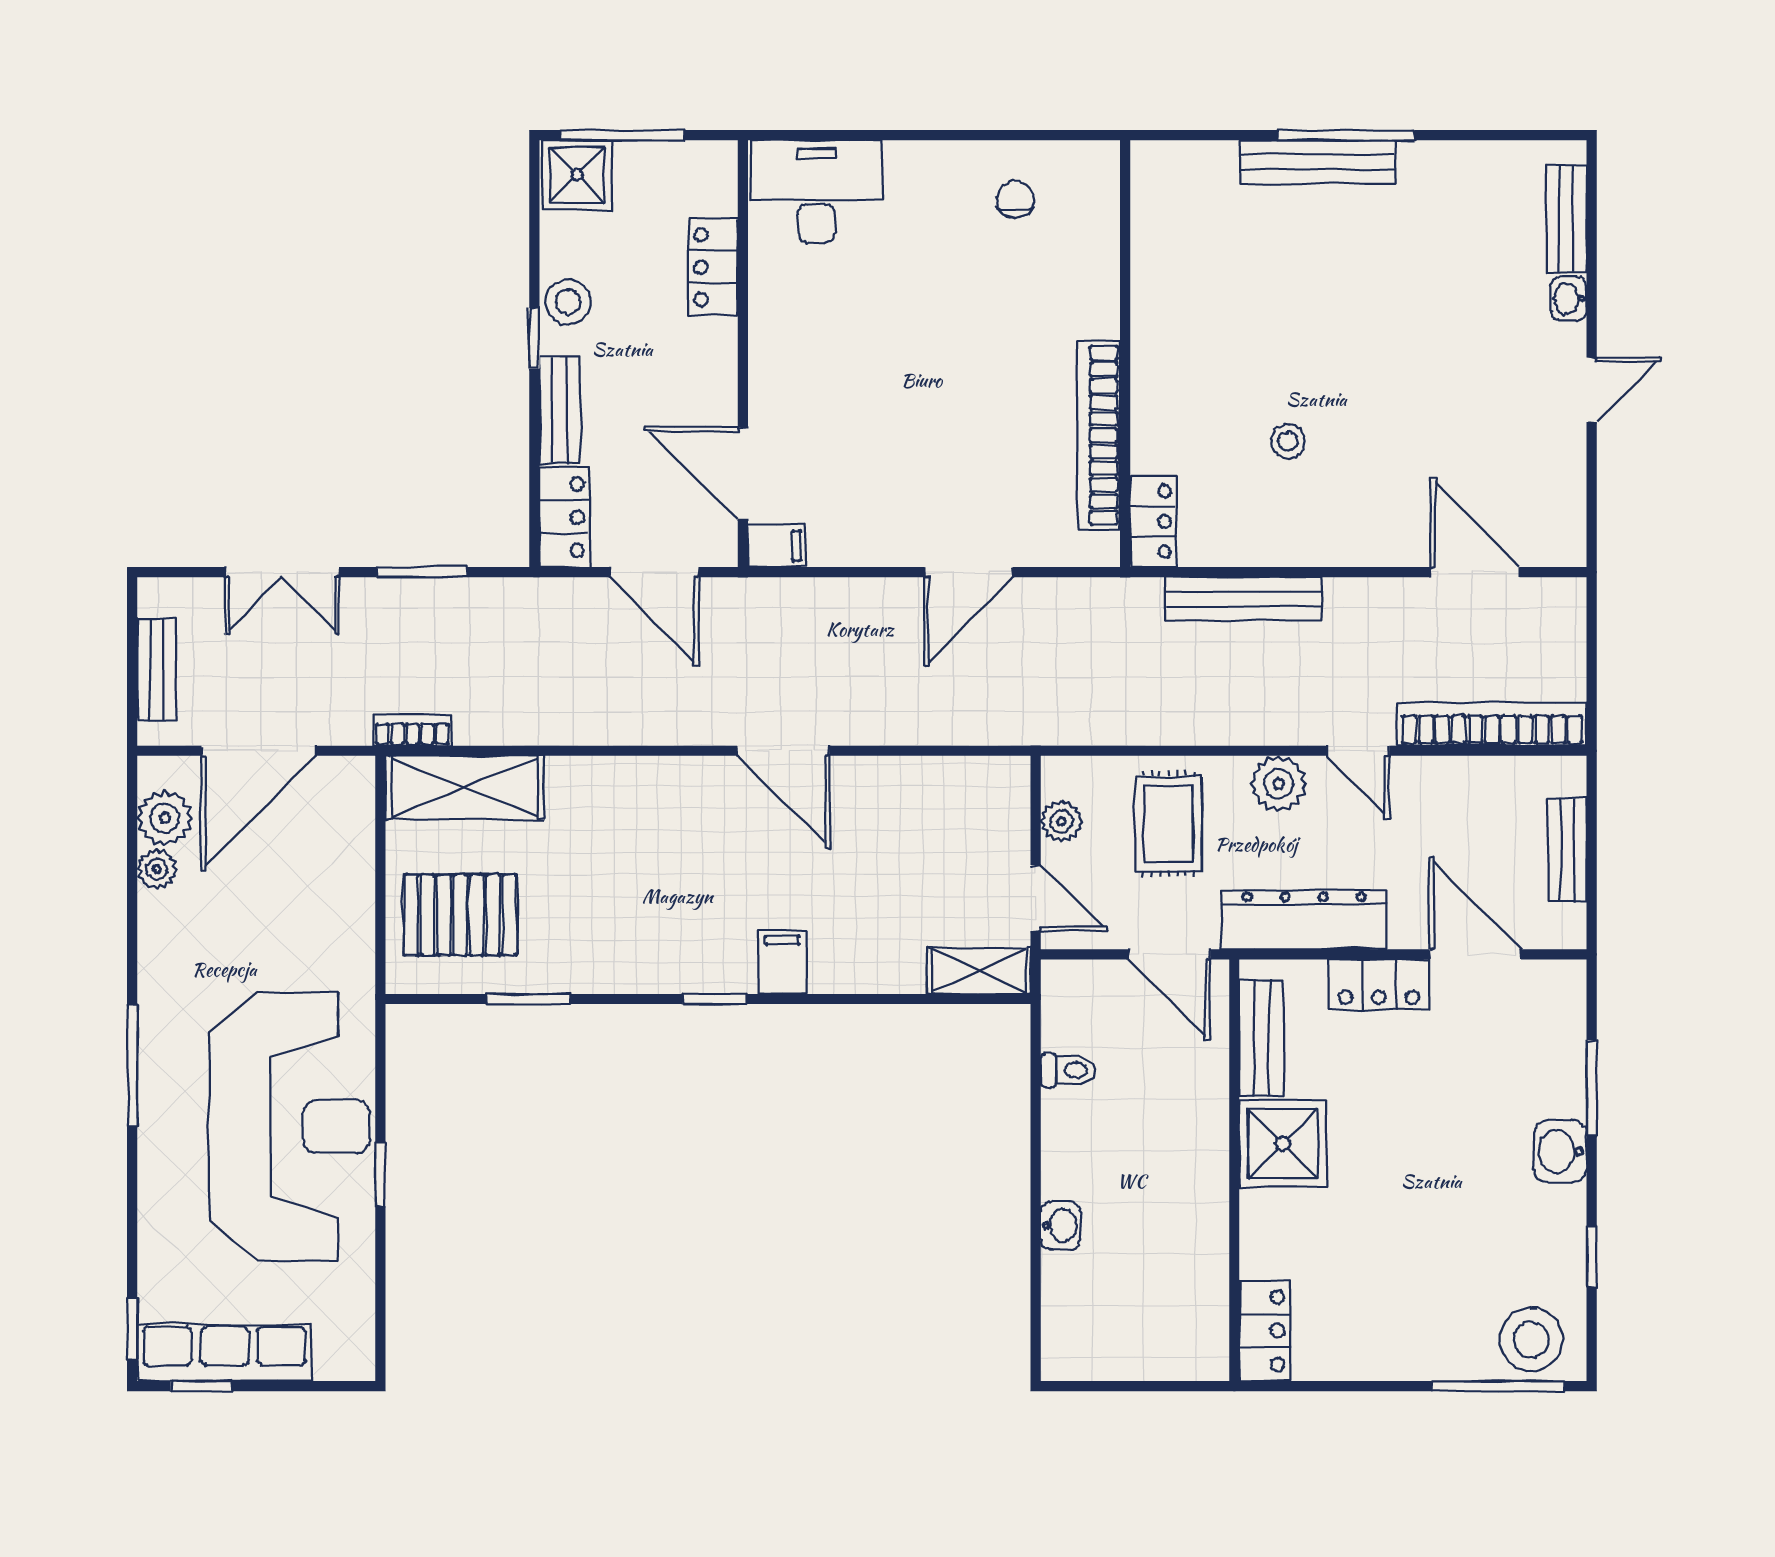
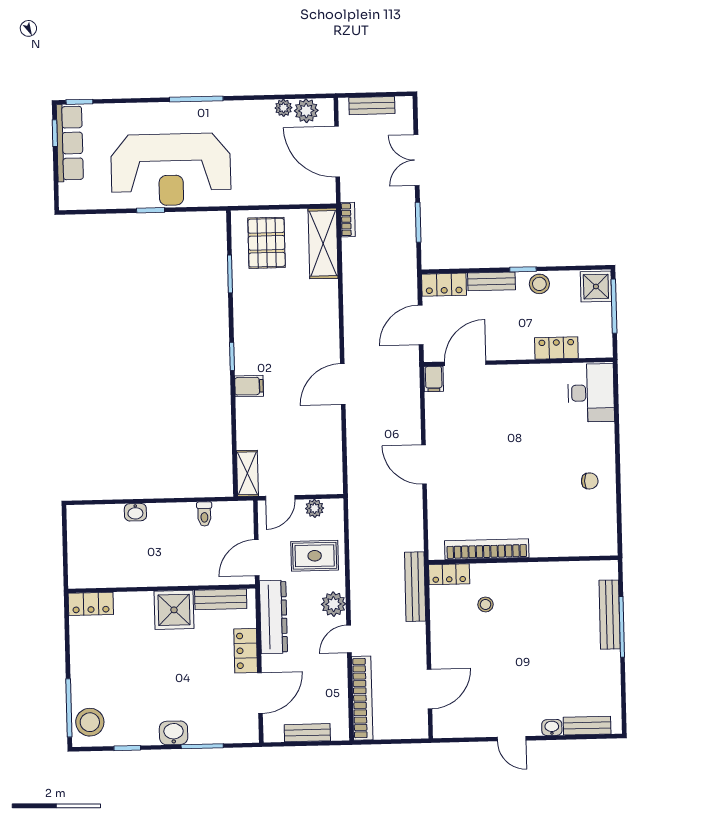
wall: (1125, 354) -> (523, 560), moved
bookcase: (1099, 435) -> (487, 549), moved
locker: (1153, 522) -> (449, 574), moved

